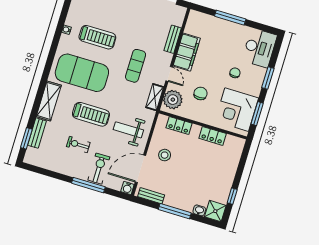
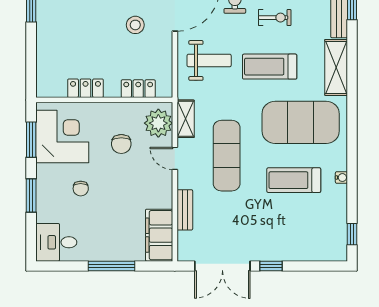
desk: (260, 48) -> (56, 242), width x0.73
filing cabinet: (187, 52) -> (159, 235), moved
exercise mat: (136, 66) -> (227, 156), width x1.36, depth x1.45
stool: (165, 155) -> (135, 25), moved

